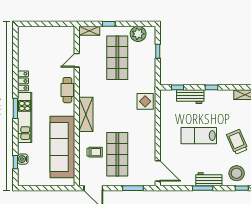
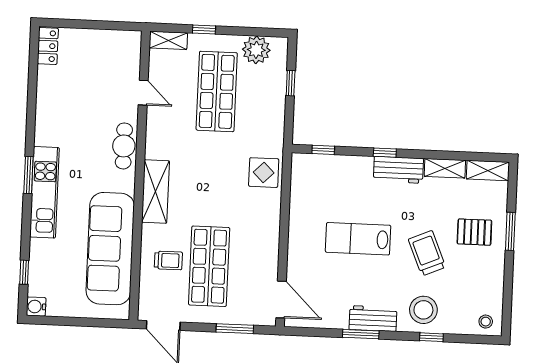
door: (77, 60) -> (143, 93), swing flipped
locker: (23, 81) -> (48, 46), moved
workbench: (190, 97) -> (398, 170), moved
water cooler: (23, 159) -> (36, 307), moved

